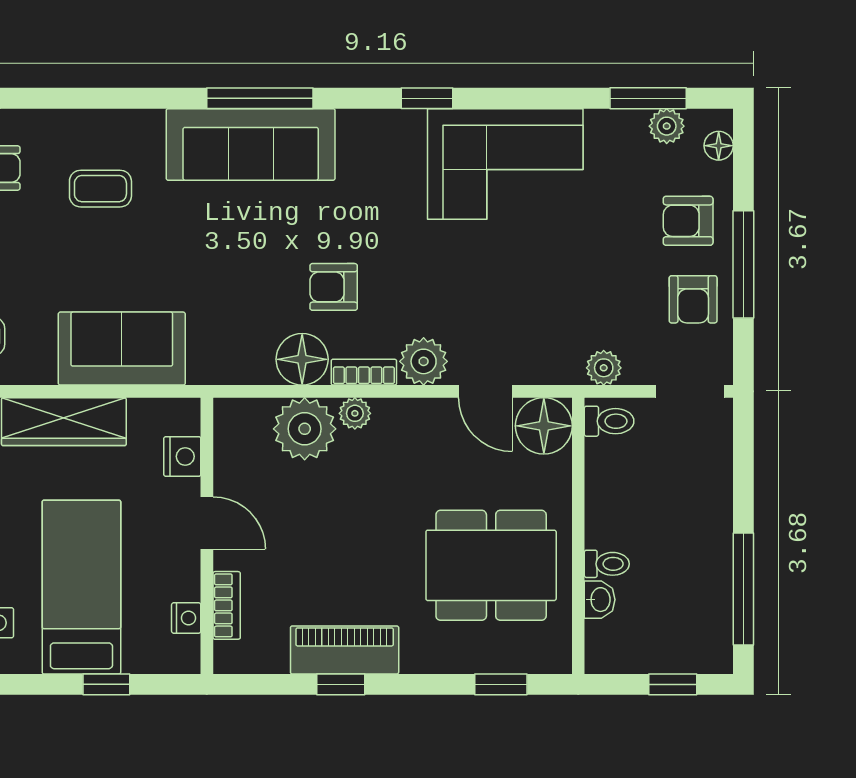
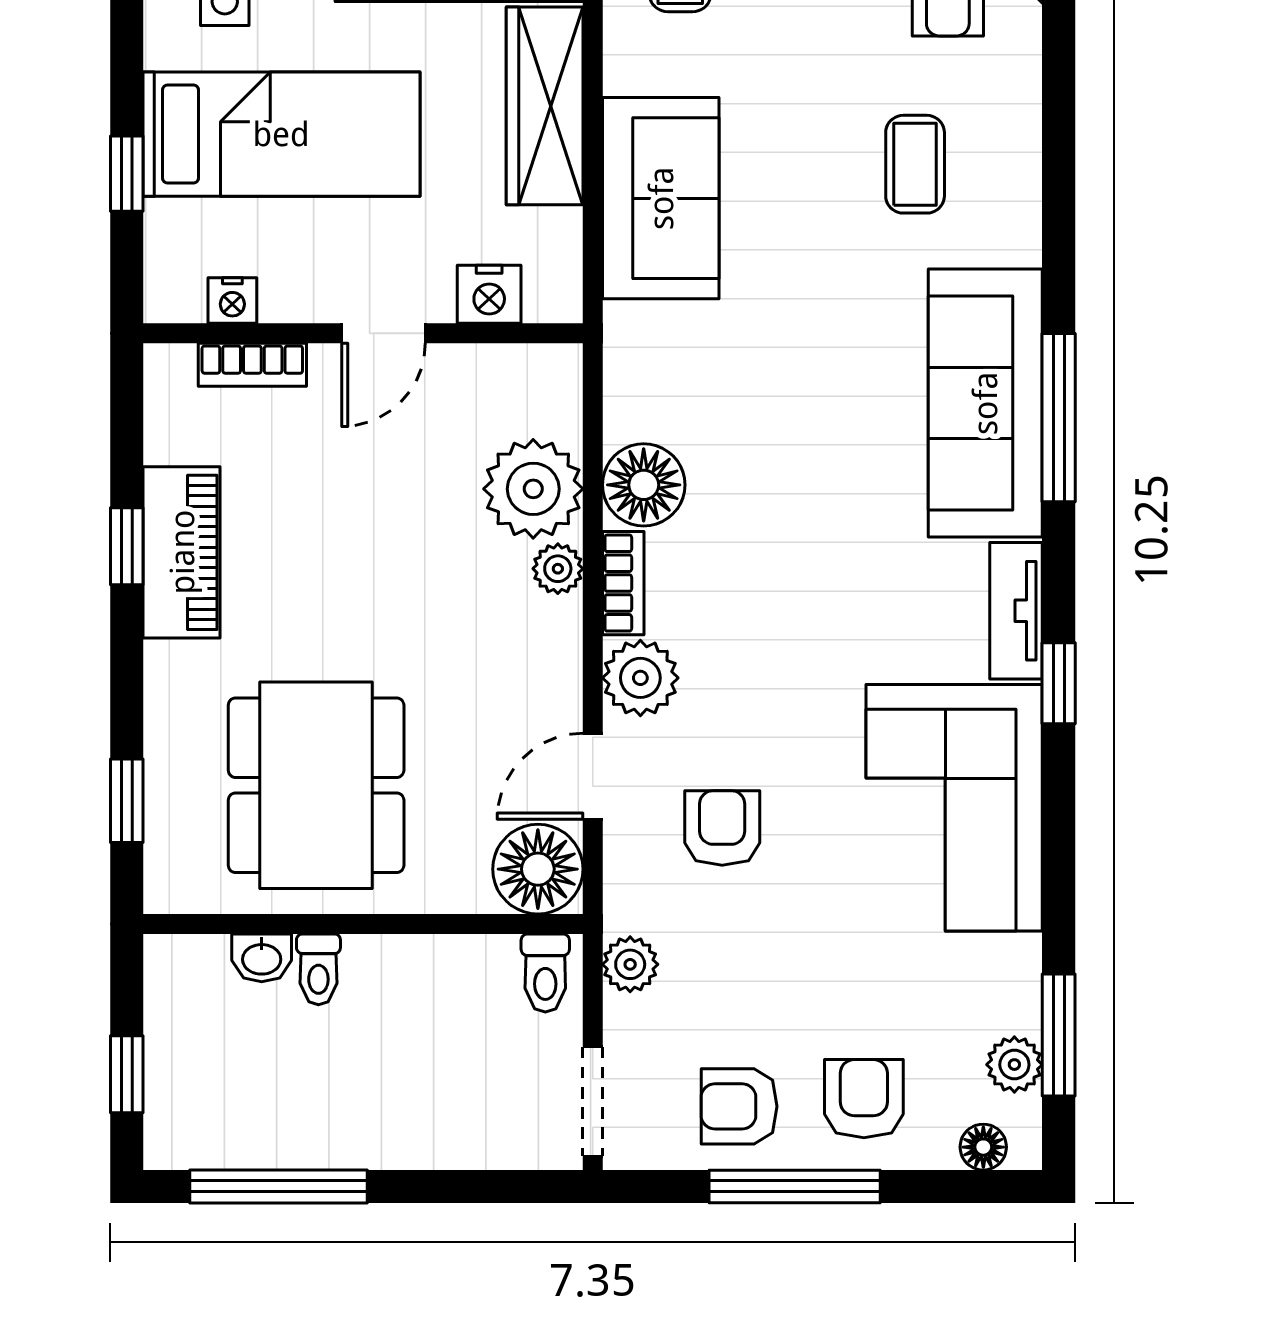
tv unit: (381, 125) -> (1016, 611), added
armchair: (334, 287) -> (722, 828), moved

